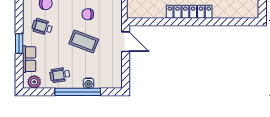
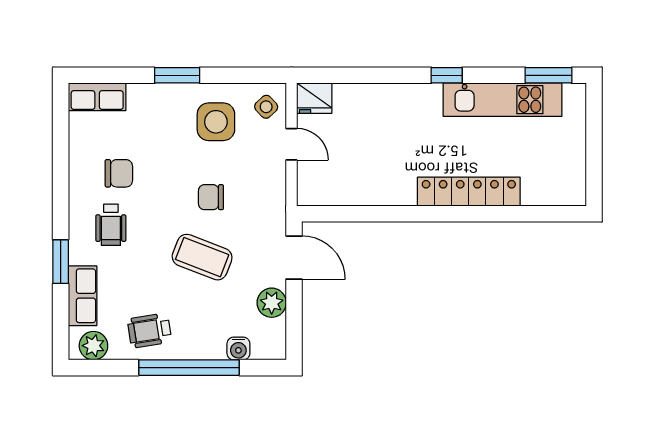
locker: (189, 12) -> (469, 192), moved
wheelchair: (42, 27) -> (111, 225), turned -107
plant: (115, 62) -> (272, 303), added
water cooler: (89, 83) -> (238, 348), moved

